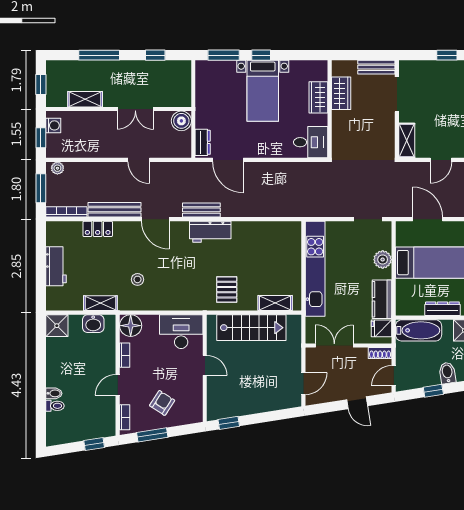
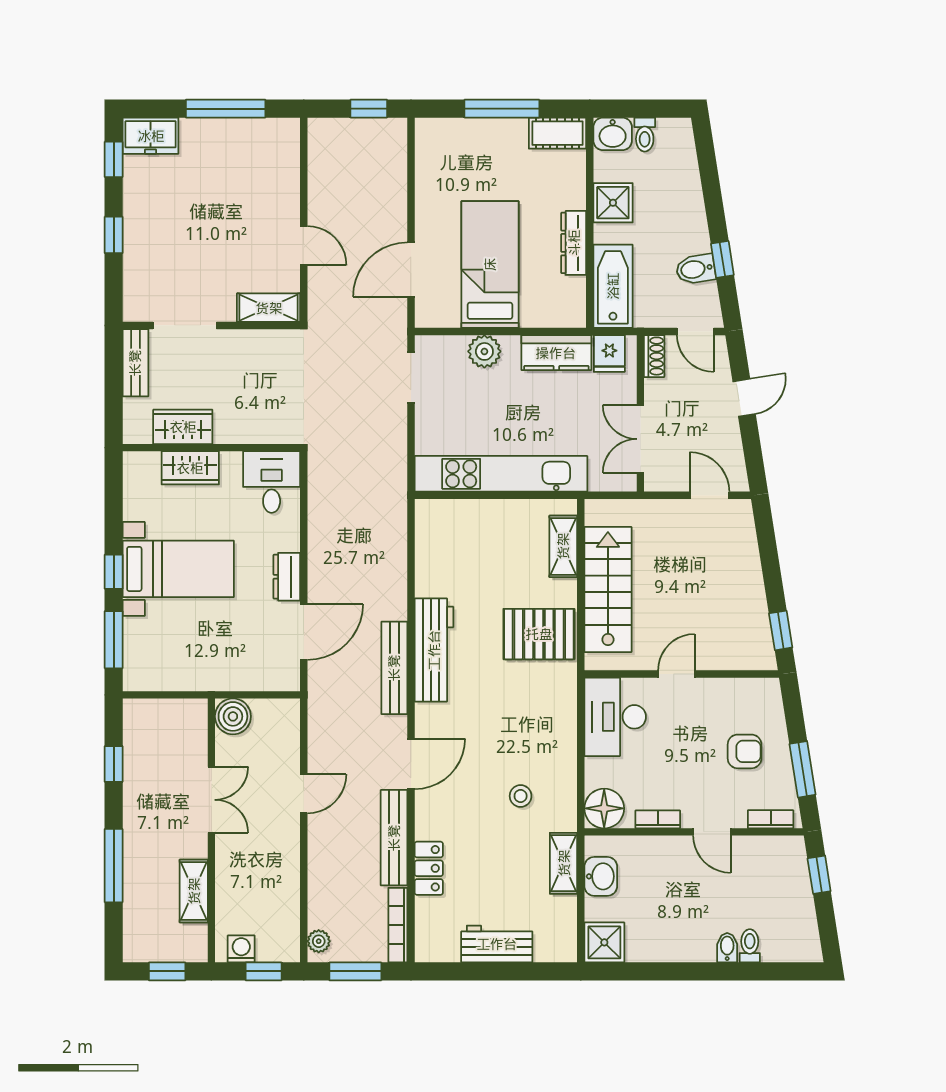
dresser: (203, 142) -> (287, 577), moved, turned -90
bench: (201, 210) -> (394, 668), width x1.36
workbench: (210, 232) -> (434, 650), width x1.37
pallet: (227, 290) -> (539, 634), width x1.50, depth x1.42
bidet: (447, 373) -> (696, 269), moved
armchair: (162, 403) -> (745, 751), turned 147

